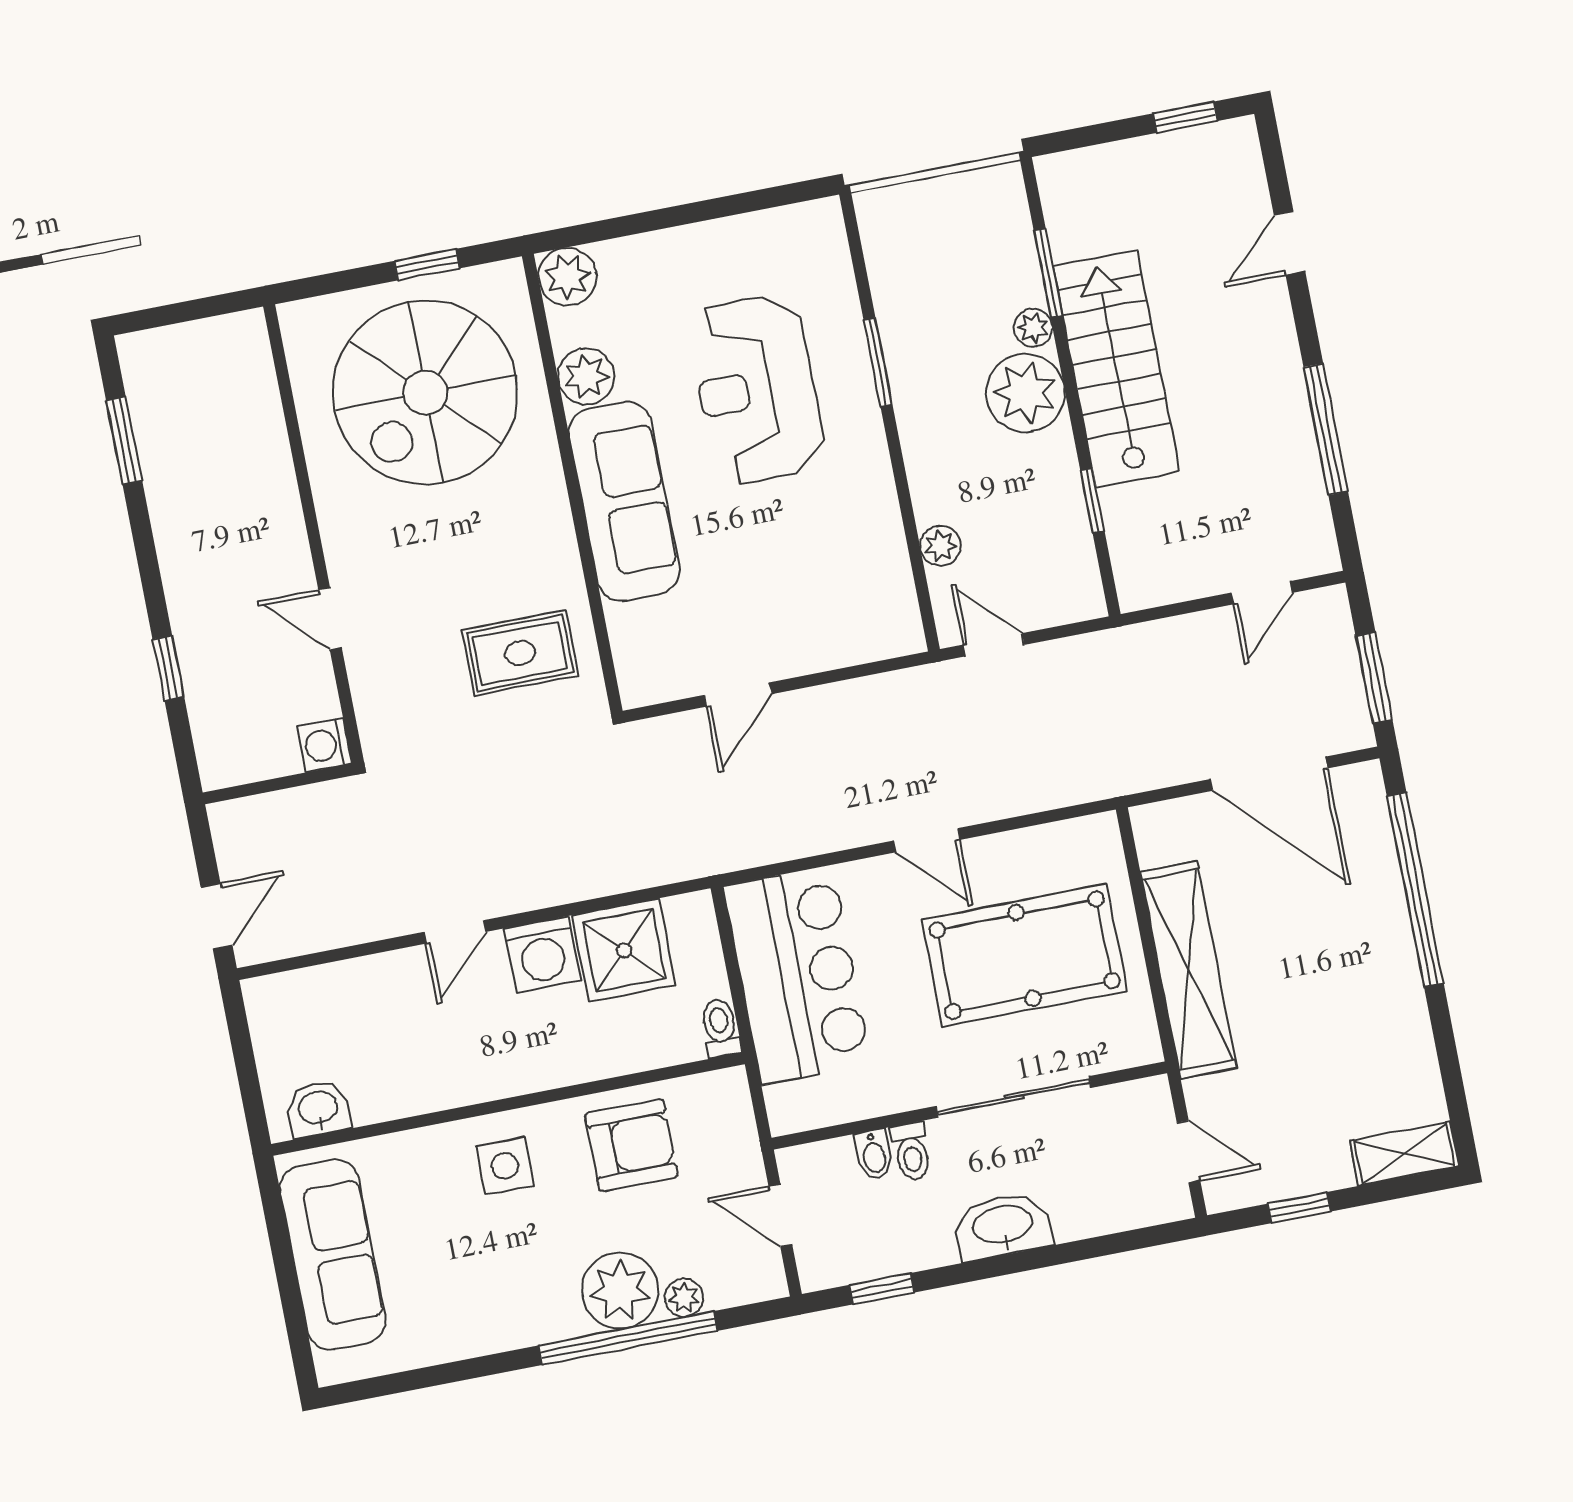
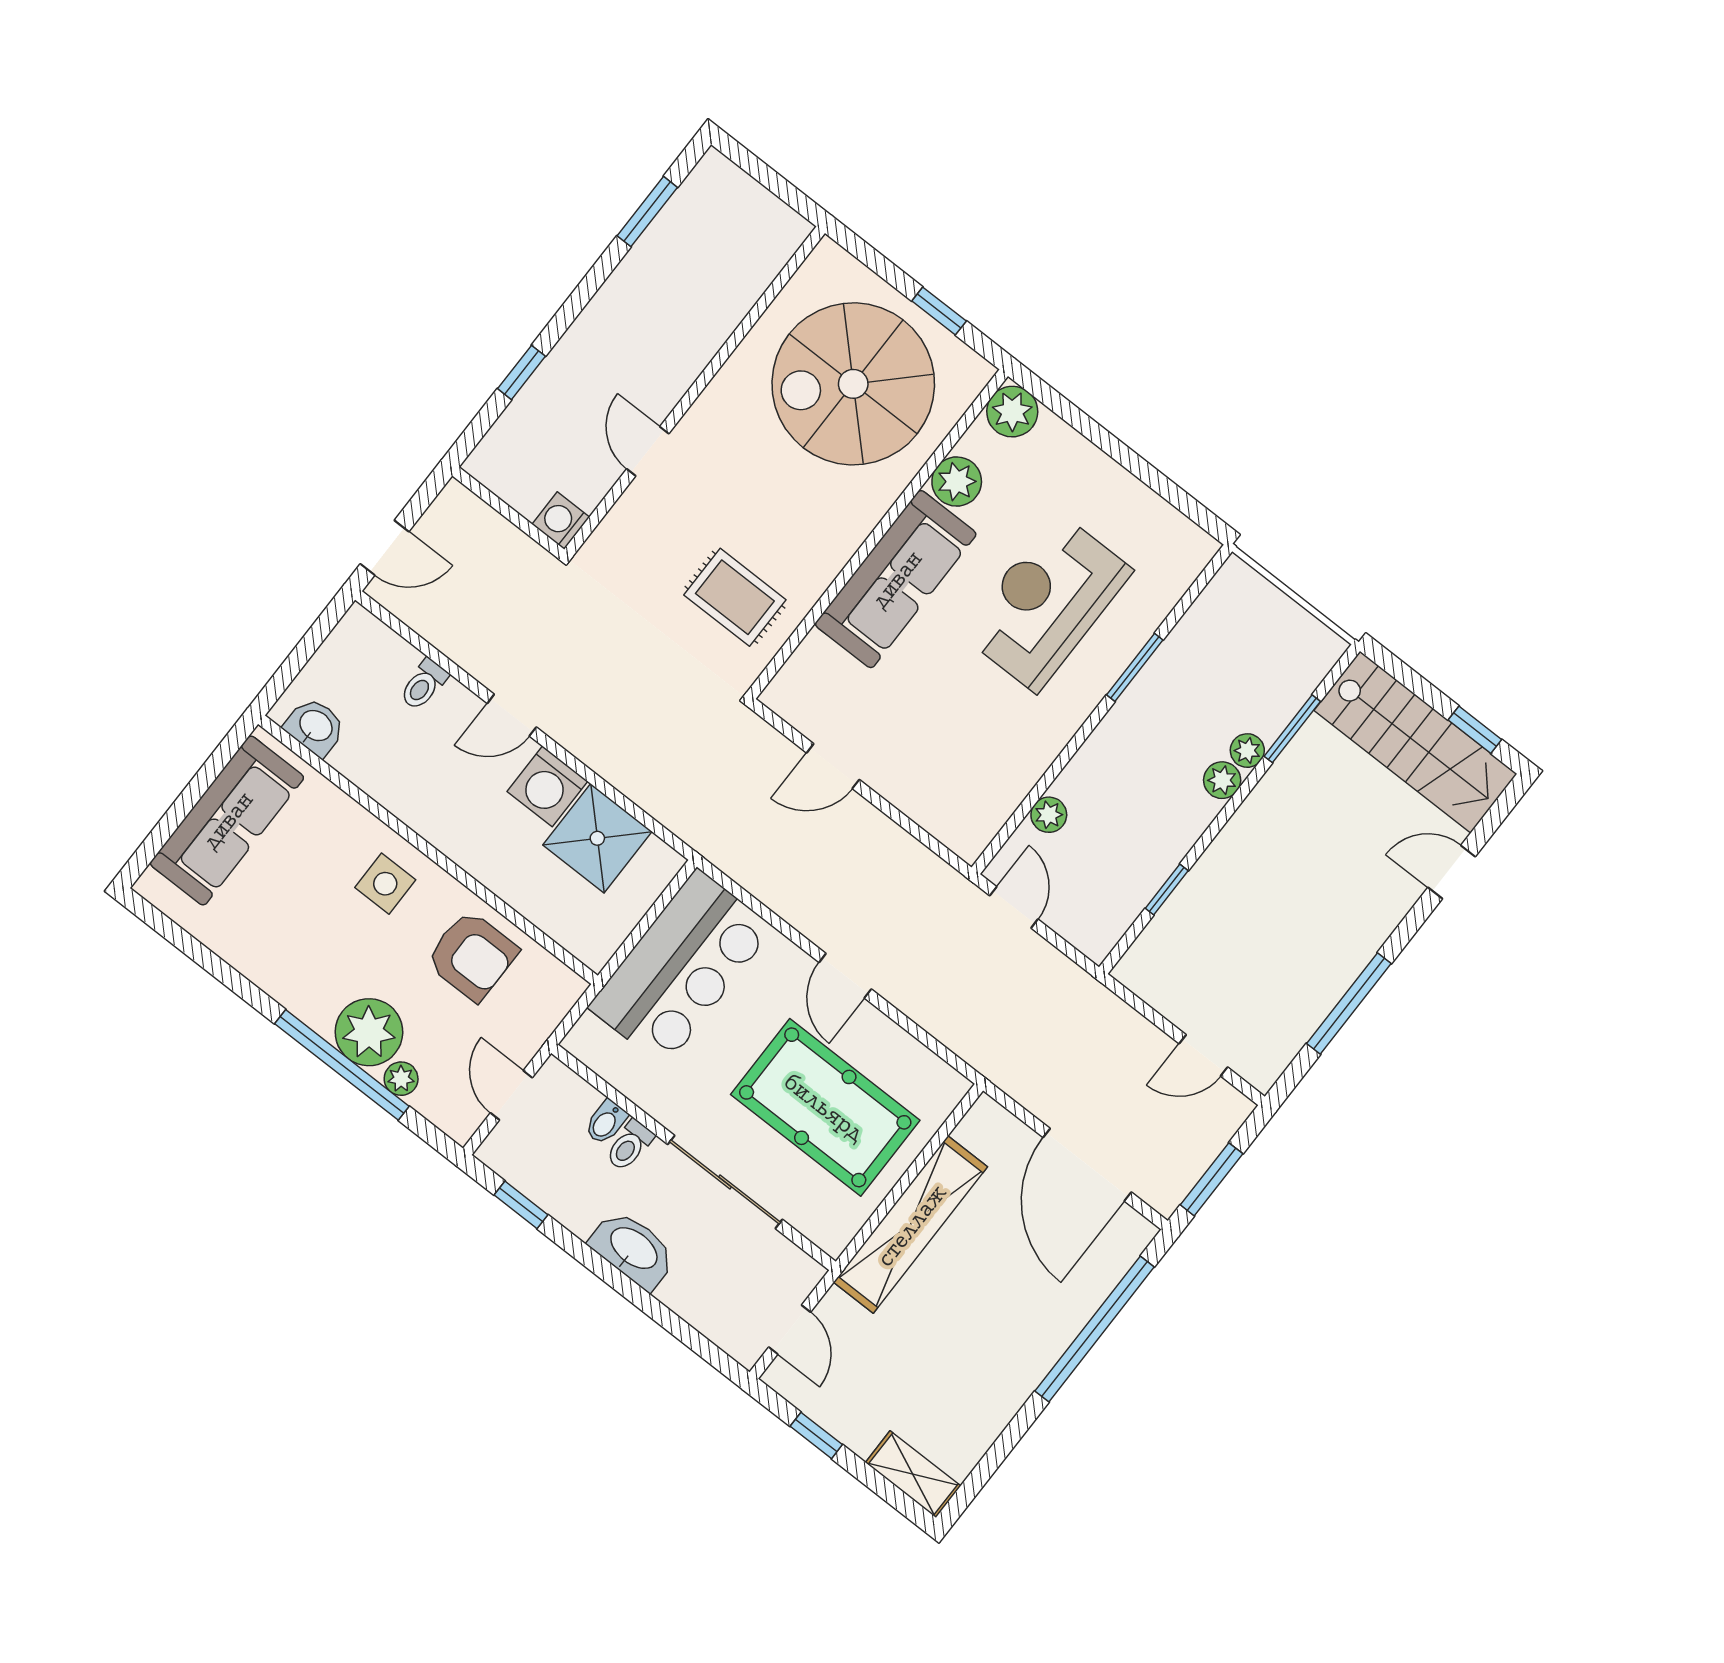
stairs: (1116, 369) -> (1416, 742), moved, turned 90
plant: (1025, 393) -> (1222, 780), width x0.53, depth x0.53
toilet: (720, 1028) -> (424, 685), moved, turned 180

